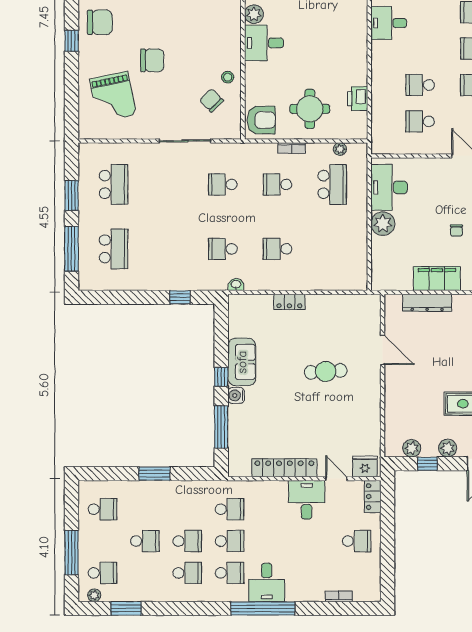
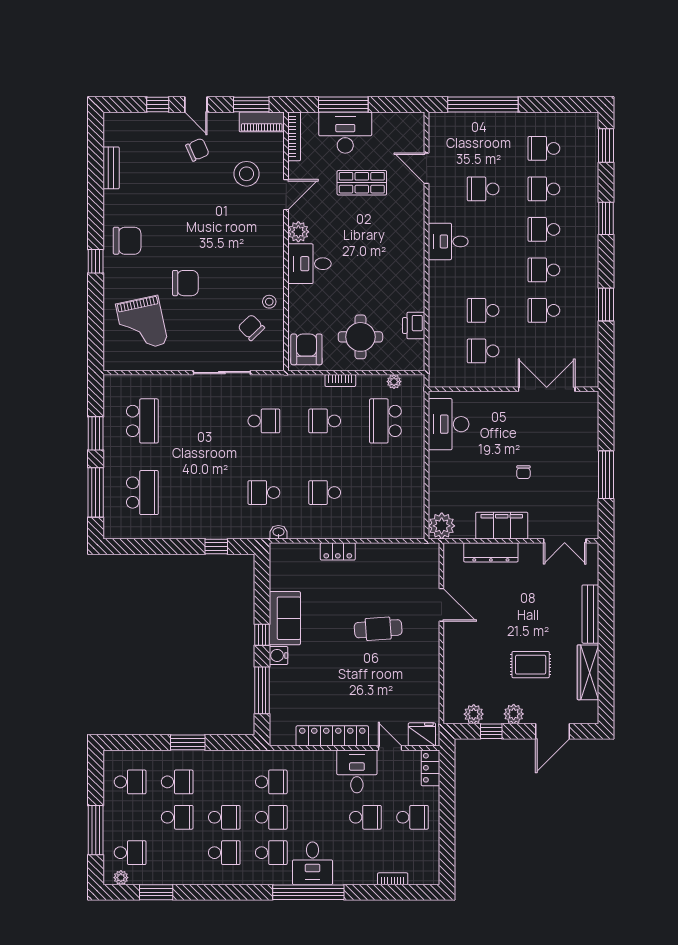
armchair: (261, 120) -> (306, 349), turned -90
school desk: (223, 184) -> (264, 421), turned 180
school desk: (332, 184) -> (385, 421), turned 180
plant: (383, 224) -> (442, 526), moved
school desk: (145, 509) -> (177, 782), added
school desk: (314, 541) -> (365, 817), added

